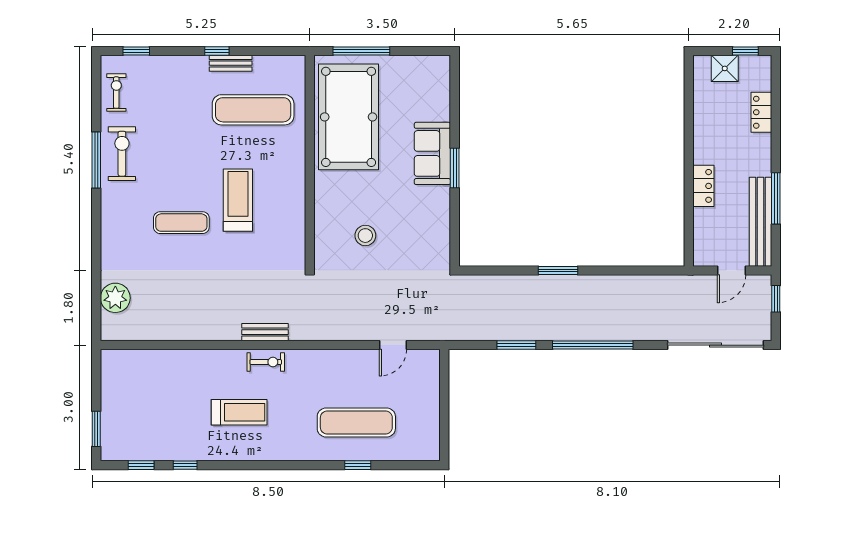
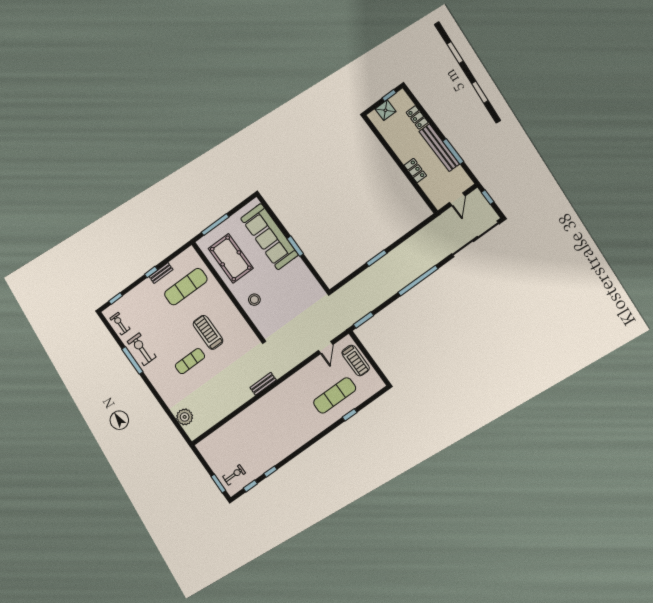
pool table: (349, 117) -> (231, 258), width x0.73, depth x0.76
sofa: (432, 153) -> (269, 237), width x1.85, depth x1.27
bench: (760, 222) -> (439, 148), moved
stool: (365, 236) -> (254, 300), moved
window: (516, 345) -> (363, 320), moved
exercise bike: (266, 362) -> (234, 475), moved
treadmill: (239, 412) -> (356, 361), moved, turned 90

